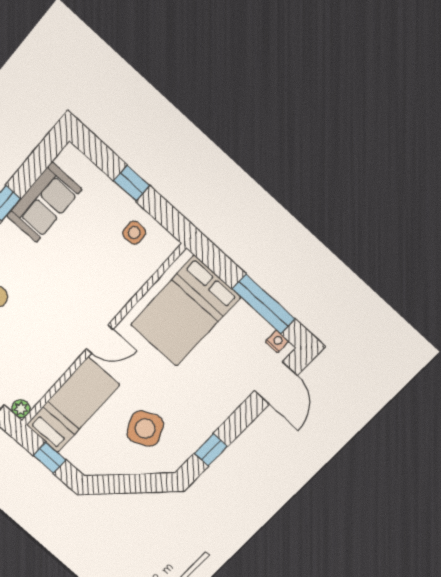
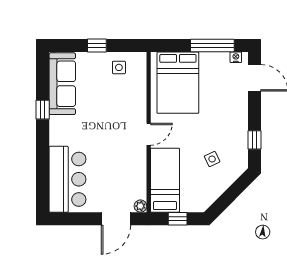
sofa: (44, 202) -> (62, 84), width x1.36
side table: (145, 429) -> (212, 159), width x0.54, depth x0.54

